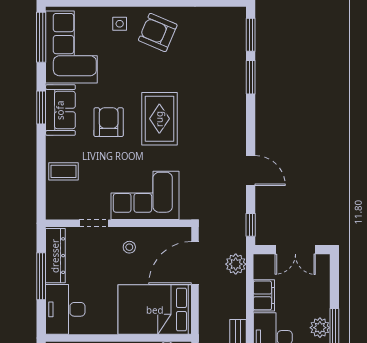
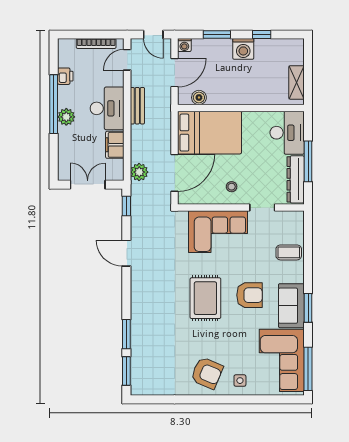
armchair: (109, 122) -> (250, 295), turned -90

